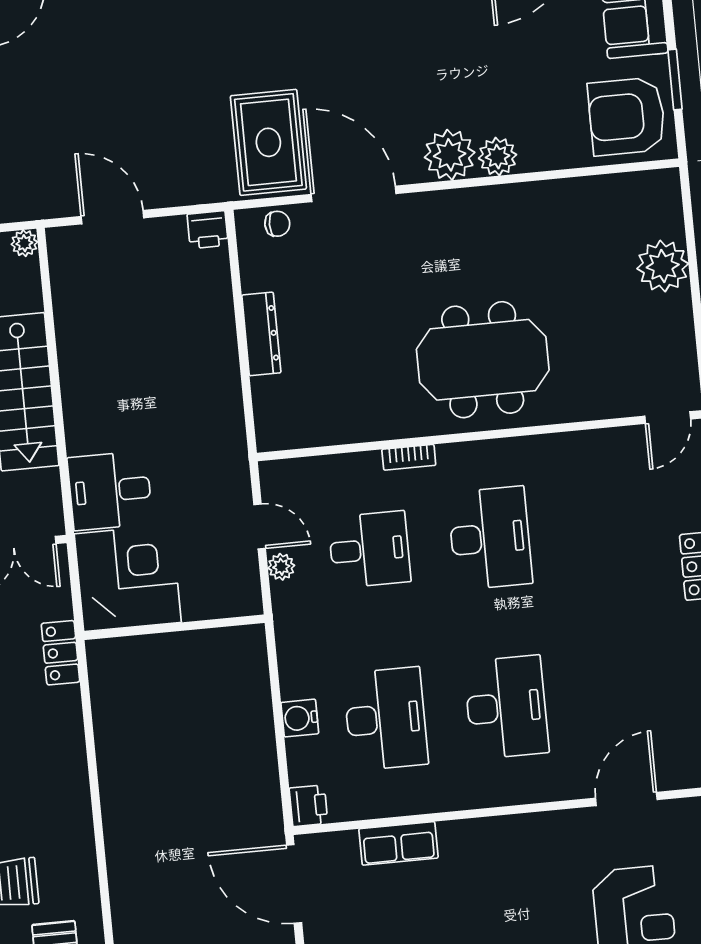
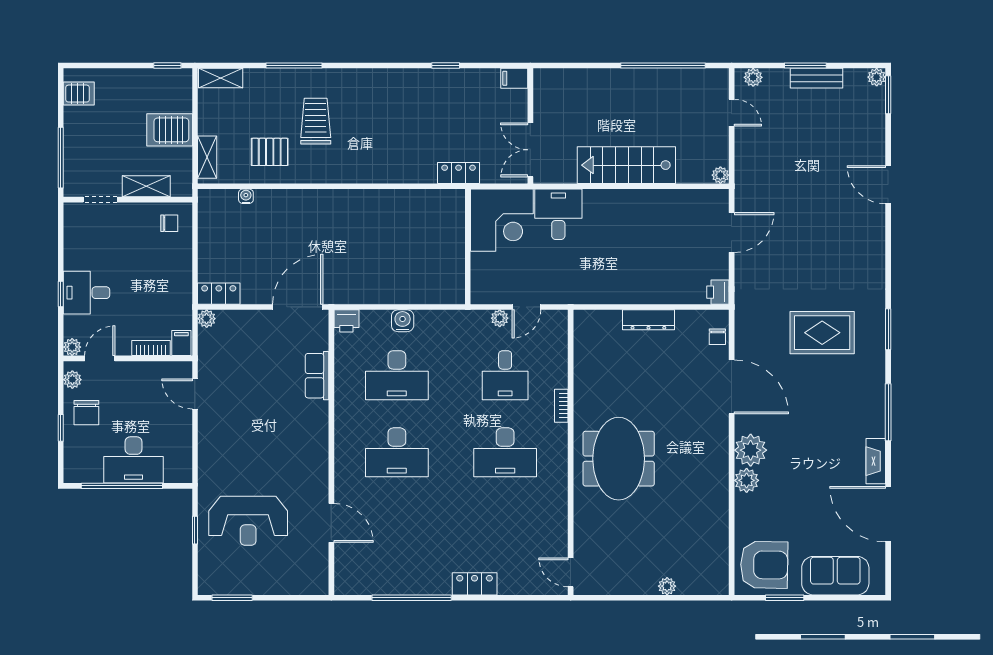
armchair: (627, 116) -> (764, 565), turned 91
rug: (268, 142) -> (822, 333), moved
door: (354, 194) -> (732, 387), hinge flipped
plant: (663, 266) -> (667, 586), width x0.53, depth x0.53

